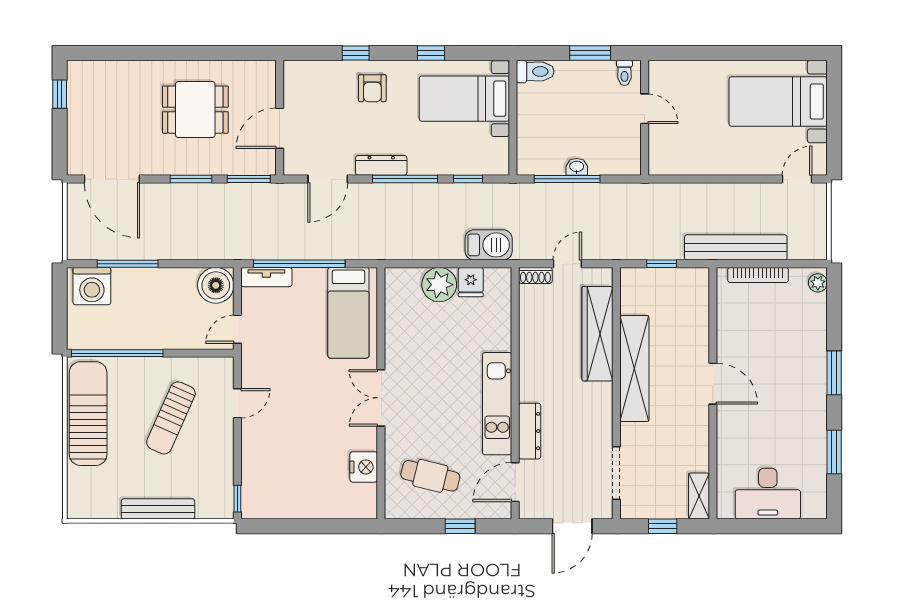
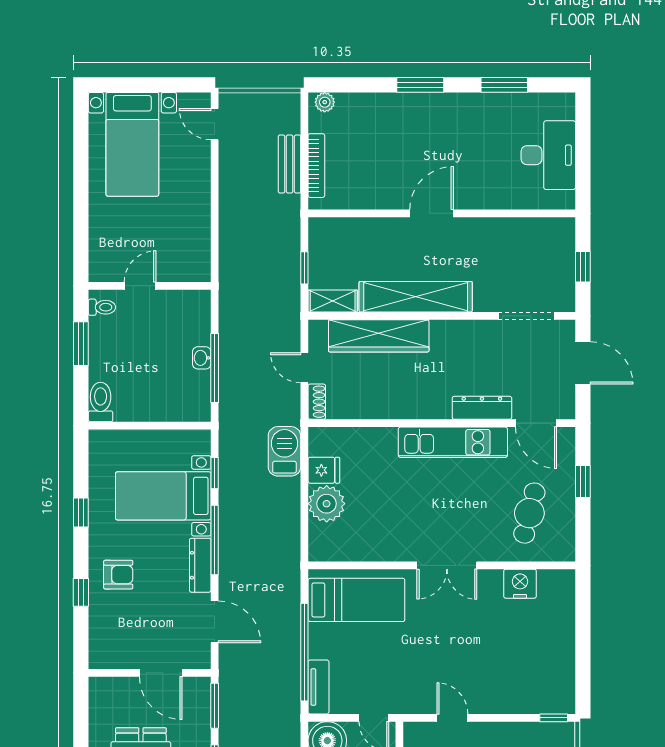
bed with nightstands: (464, 99) -> (163, 496), moved, turned 90
bench: (736, 247) -> (290, 164), width x0.54, depth x0.82
shelving: (699, 496) -> (333, 301), moved

